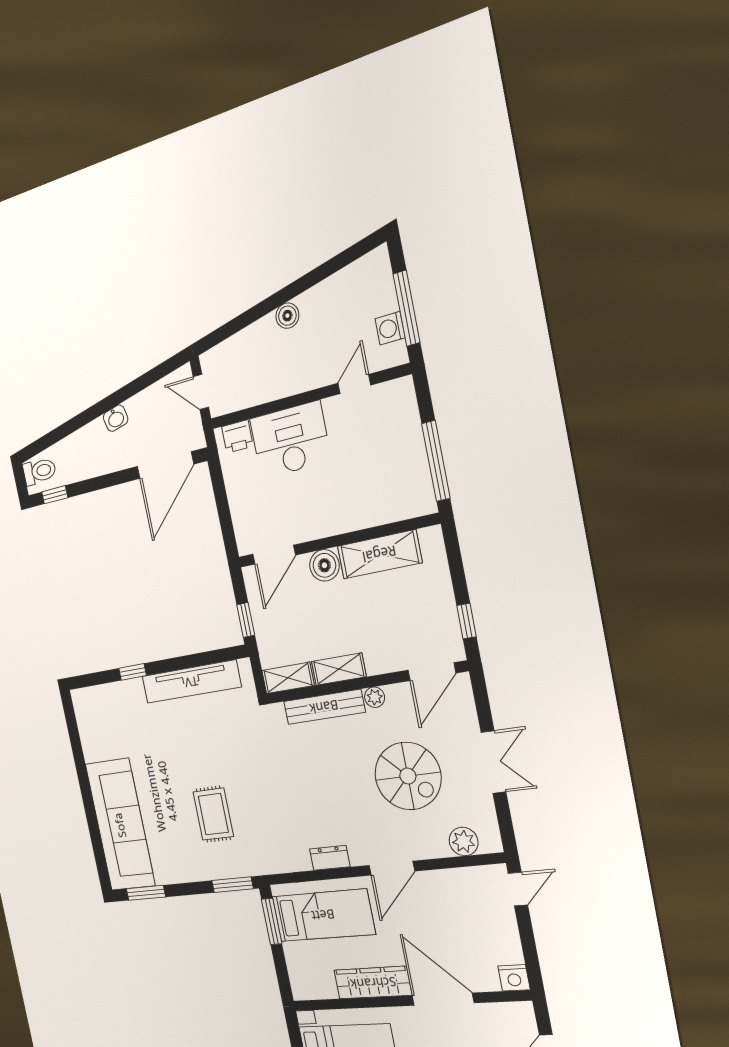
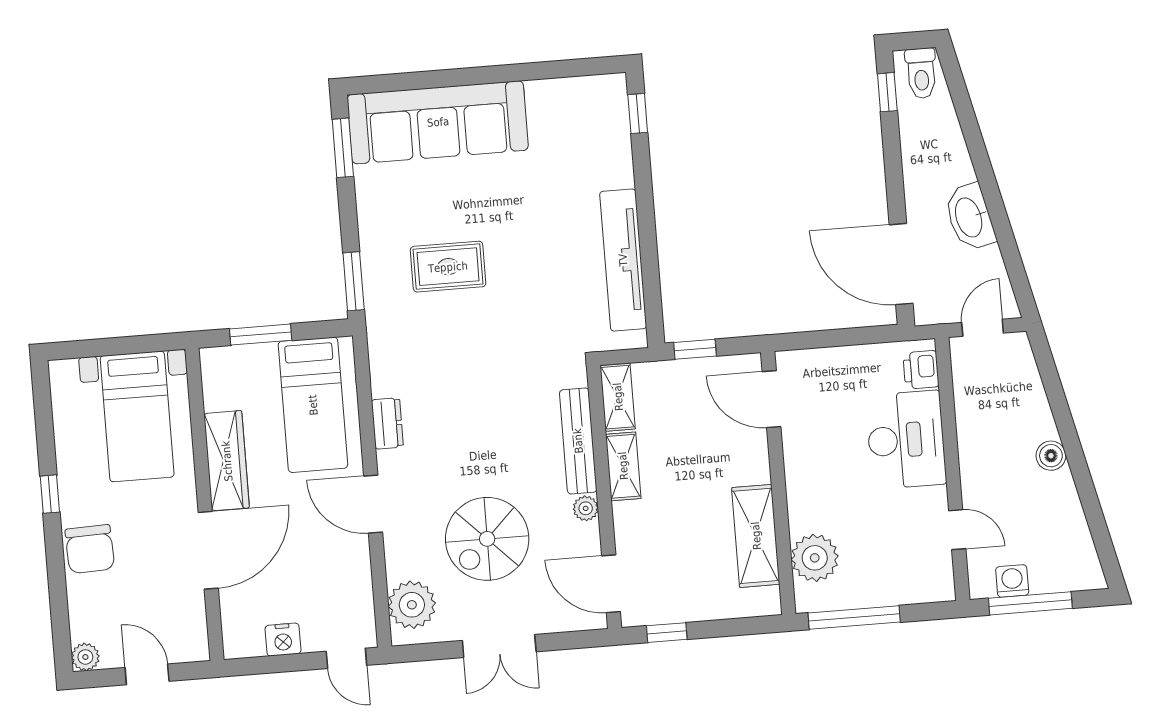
washbasin: (116, 418) -> (970, 217), width x1.91, depth x1.45
plant: (391, 502) -> (815, 558), added
boiler: (324, 565) -> (751, 464), removed
window: (133, 672) -> (638, 114), moved
plant: (464, 841) -> (412, 605), width x1.36, depth x1.36
window: (272, 922) -> (261, 335), moved
nightstand: (514, 978) -> (283, 640), moved, turned -90

